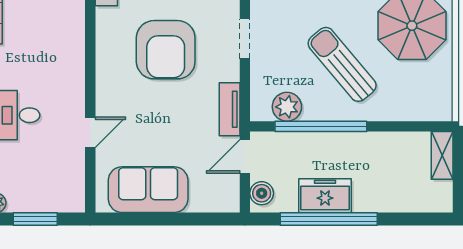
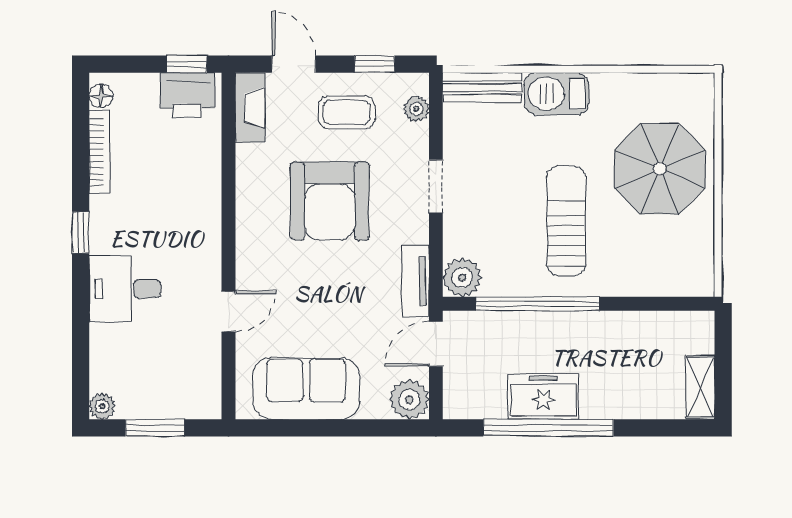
sun lounger: (342, 64) -> (566, 221), turned 40
plant: (287, 107) -> (462, 277), moved
shelving: (442, 155) -> (700, 387), moved
boiler: (262, 193) -> (458, 393), removed
plant: (225, 198) -> (409, 399), added

